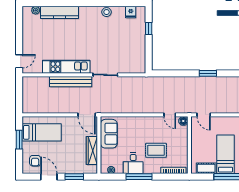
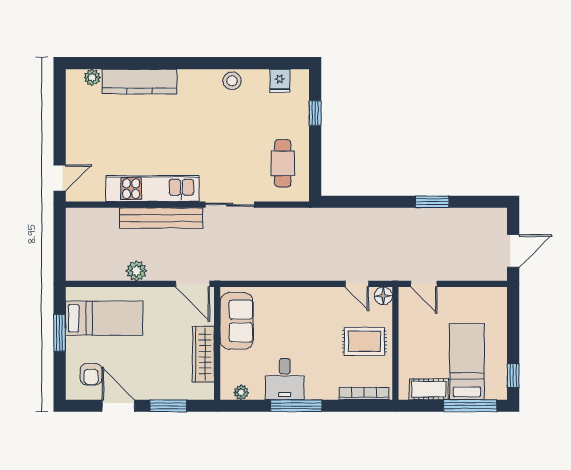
cafe table: (132, 54) -> (283, 163), added
plant: (58, 108) -> (136, 271), added
rug: (156, 150) -> (364, 341), moved

